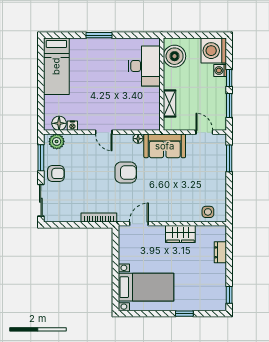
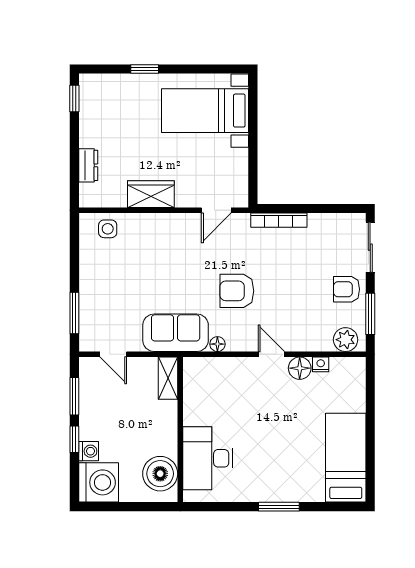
shelving: (170, 103) -> (168, 378), moved
floor lamp: (59, 123) -> (300, 368), moved

